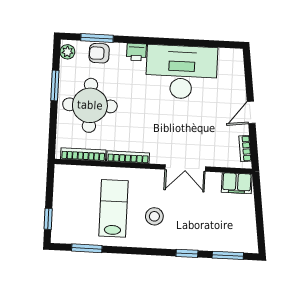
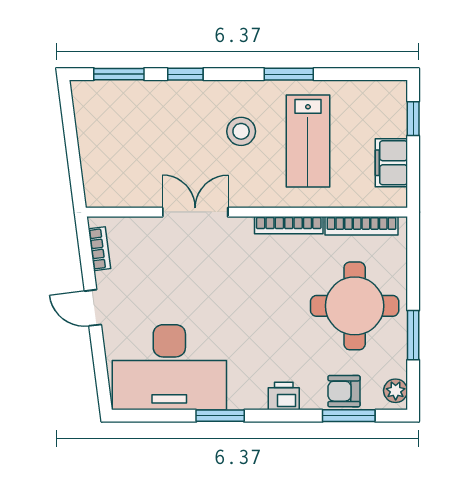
window: (176, 42) -> (220, 416), added
armchair: (99, 53) -> (344, 391), turned 180
desk: (181, 72) -> (169, 367), moved
door: (251, 112) -> (93, 308), swing flipped
filing cabinet: (237, 183) -> (391, 163), moved, turned -90
window: (87, 248) -> (289, 74), moved

